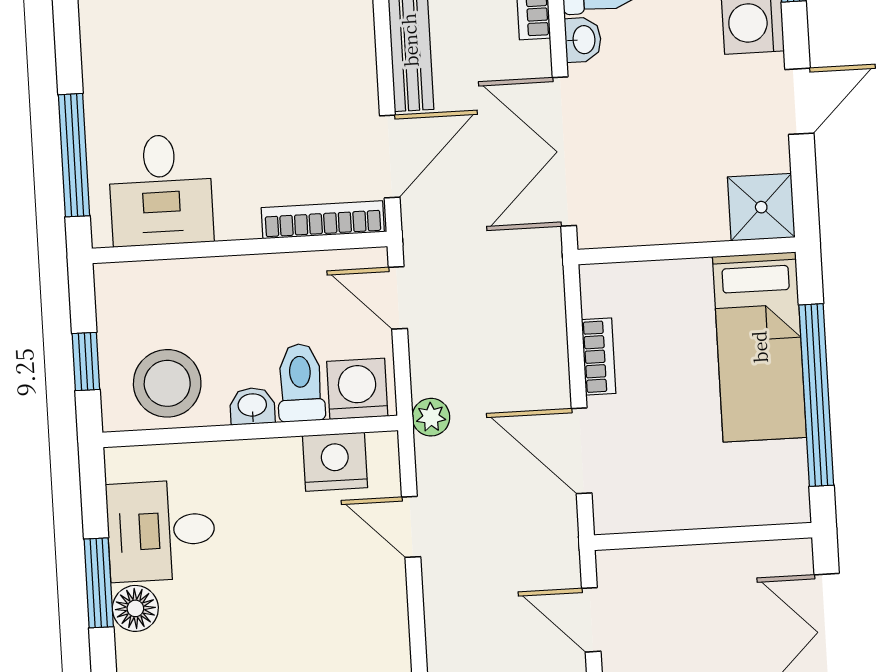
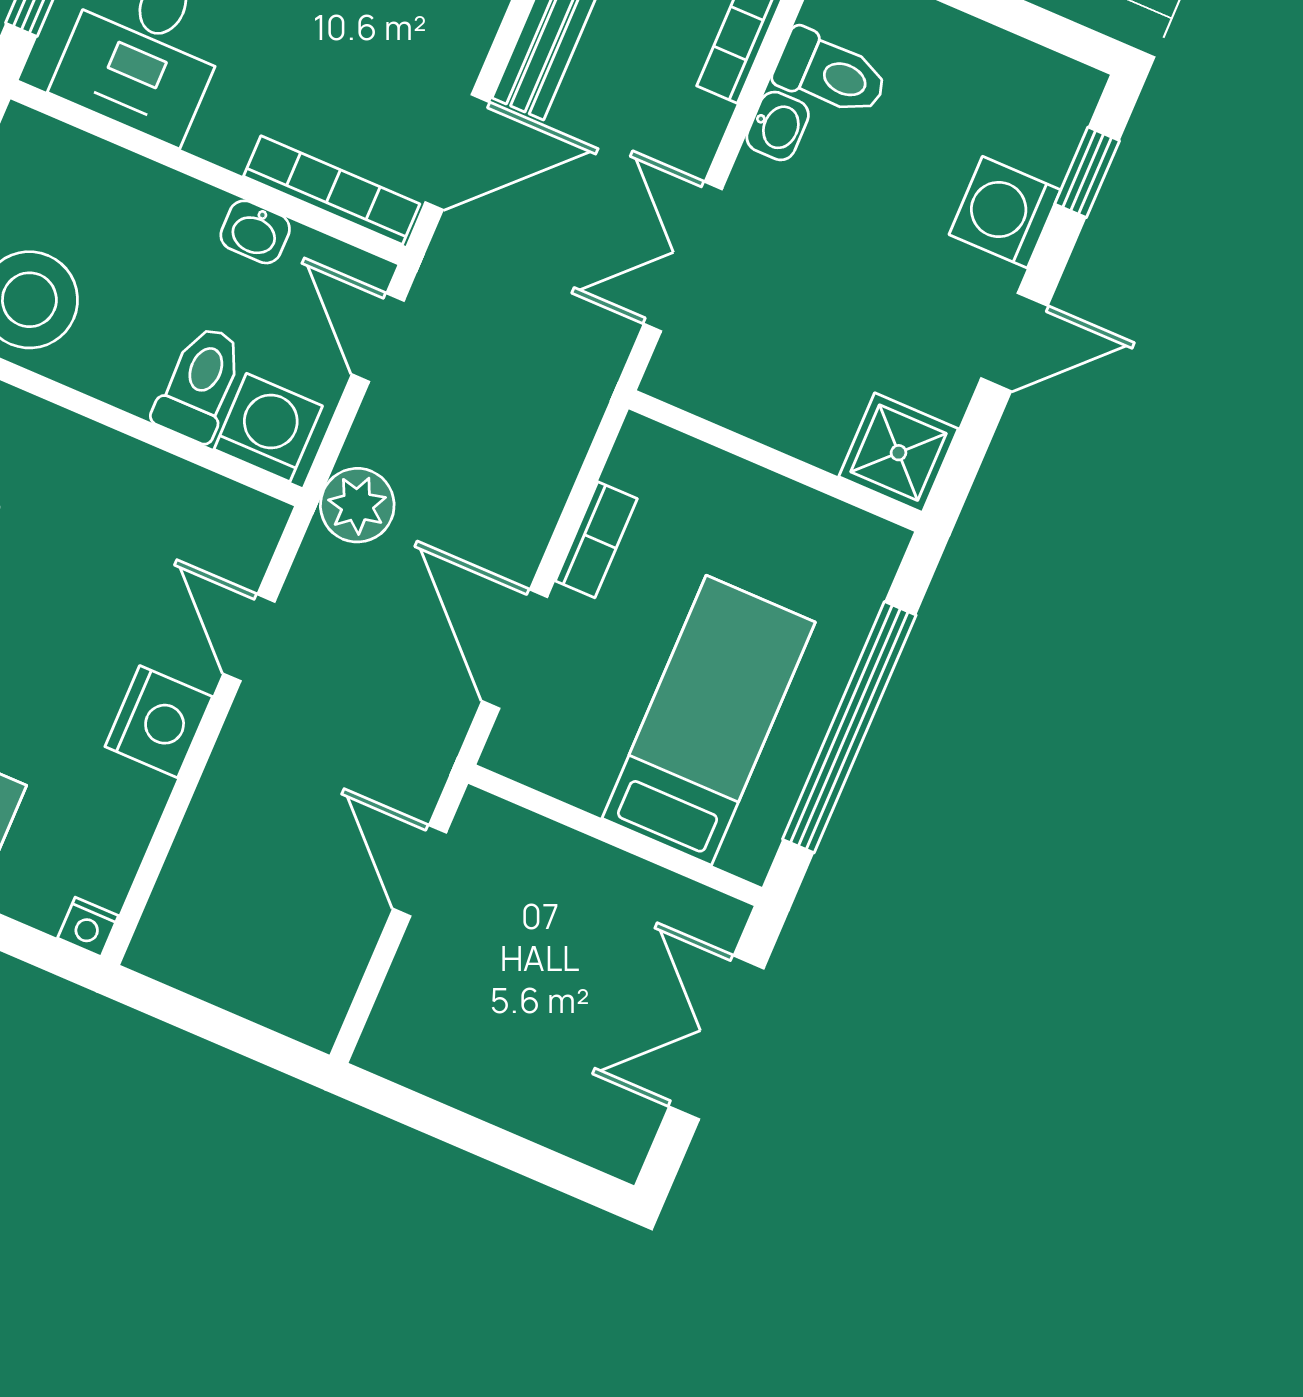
double door: (564, 151) -> (683, 257), width x0.73
bed: (760, 347) -> (709, 720), moved, turned 180
washbasin: (252, 406) -> (255, 232), moved, turned 180
plant: (431, 417) -> (357, 505), width x1.38, depth x1.38
nightstand: (335, 462) -> (159, 722), moved, turned 90

